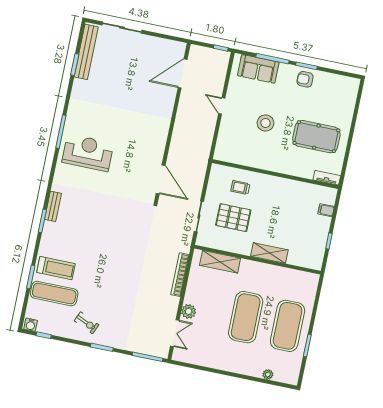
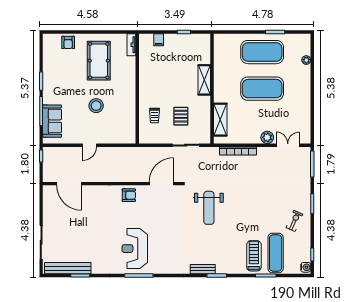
armchair: (305, 79) -> (68, 42), moved
armchair: (155, 139) -> (129, 195), added
reception desk: (88, 153) -> (135, 249), moved
pallet: (233, 218) -> (181, 116), width x0.67, depth x0.71
weight bench: (122, 228) -> (209, 208), added

